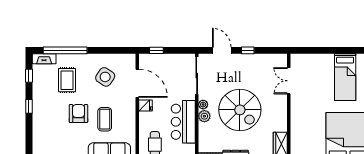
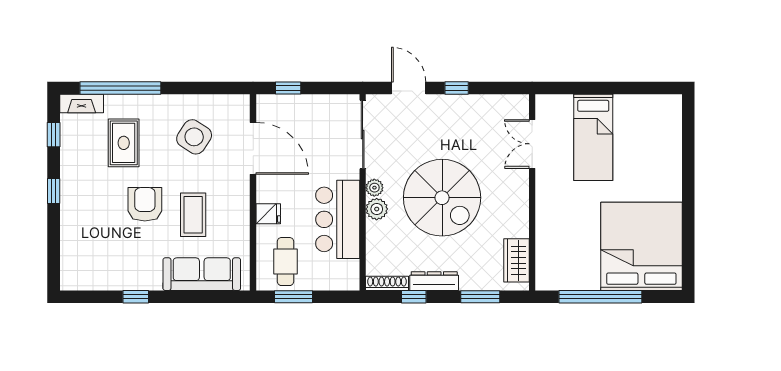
bed: (345, 77) -> (593, 137), moved
fridge: (146, 106) -> (268, 214), moved

